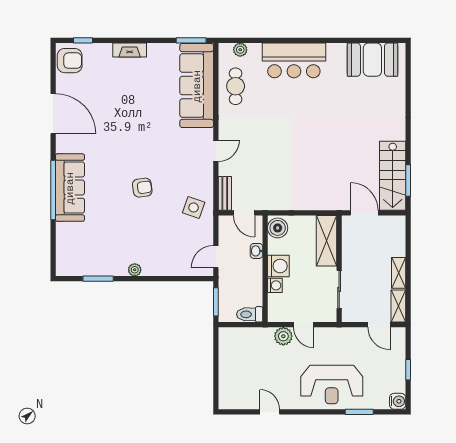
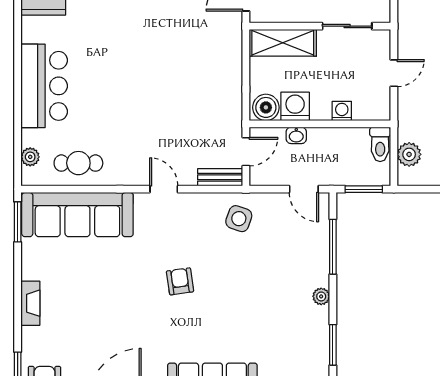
armchair: (142, 188) -> (180, 281), moved
washing machine: (278, 266) -> (295, 106), moved
window: (172, 279) -> (333, 247), added
plant: (283, 336) -> (409, 154), moved

